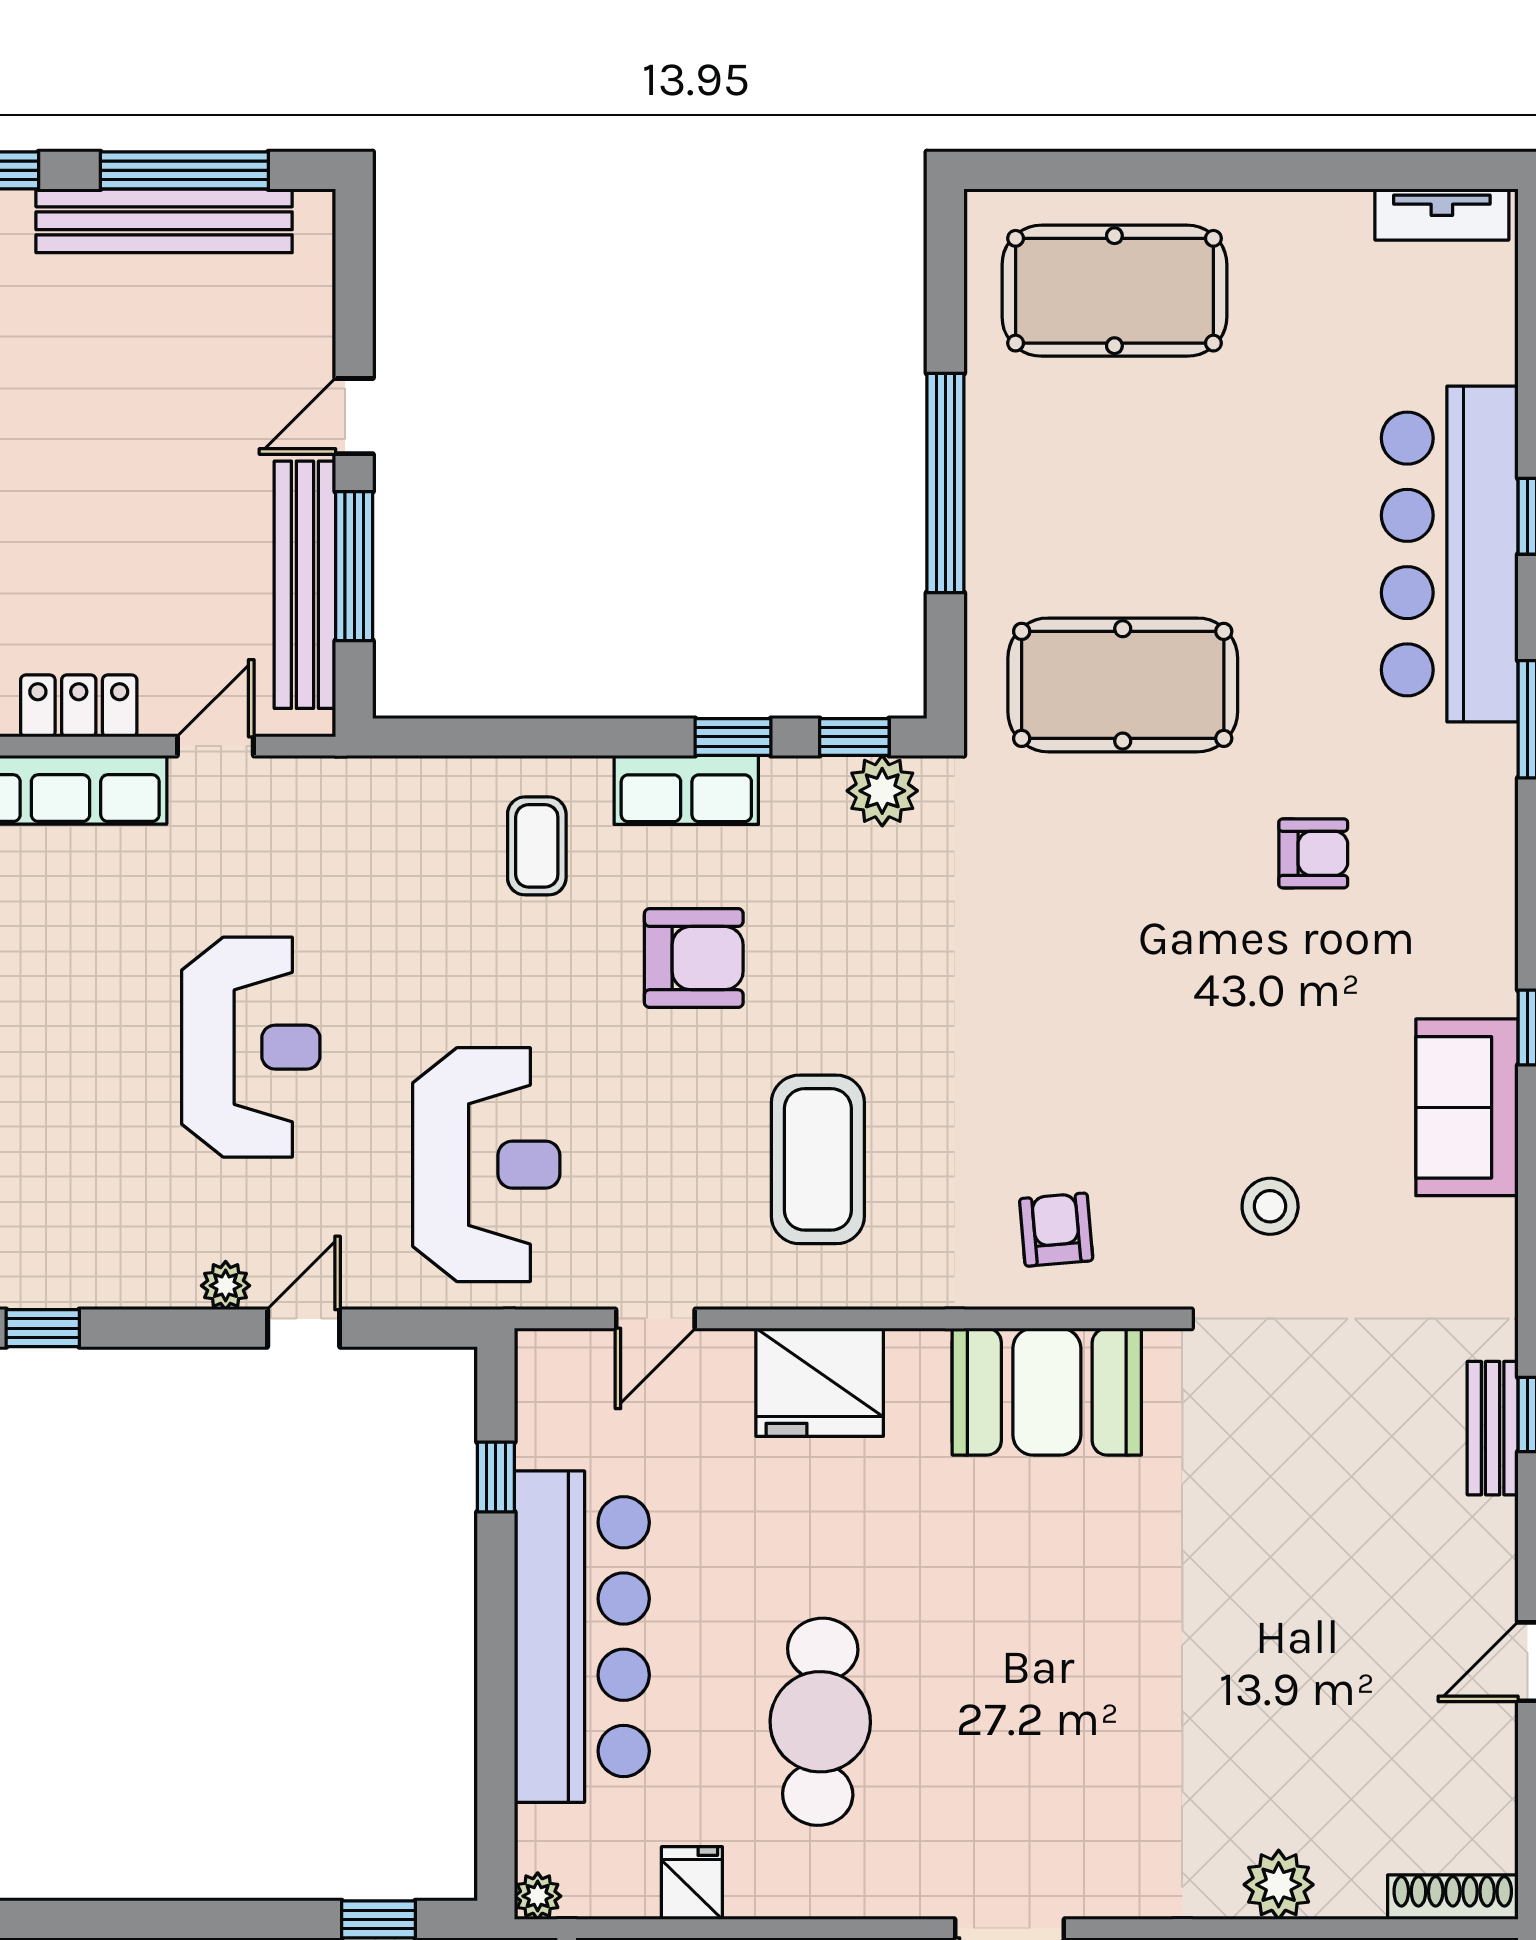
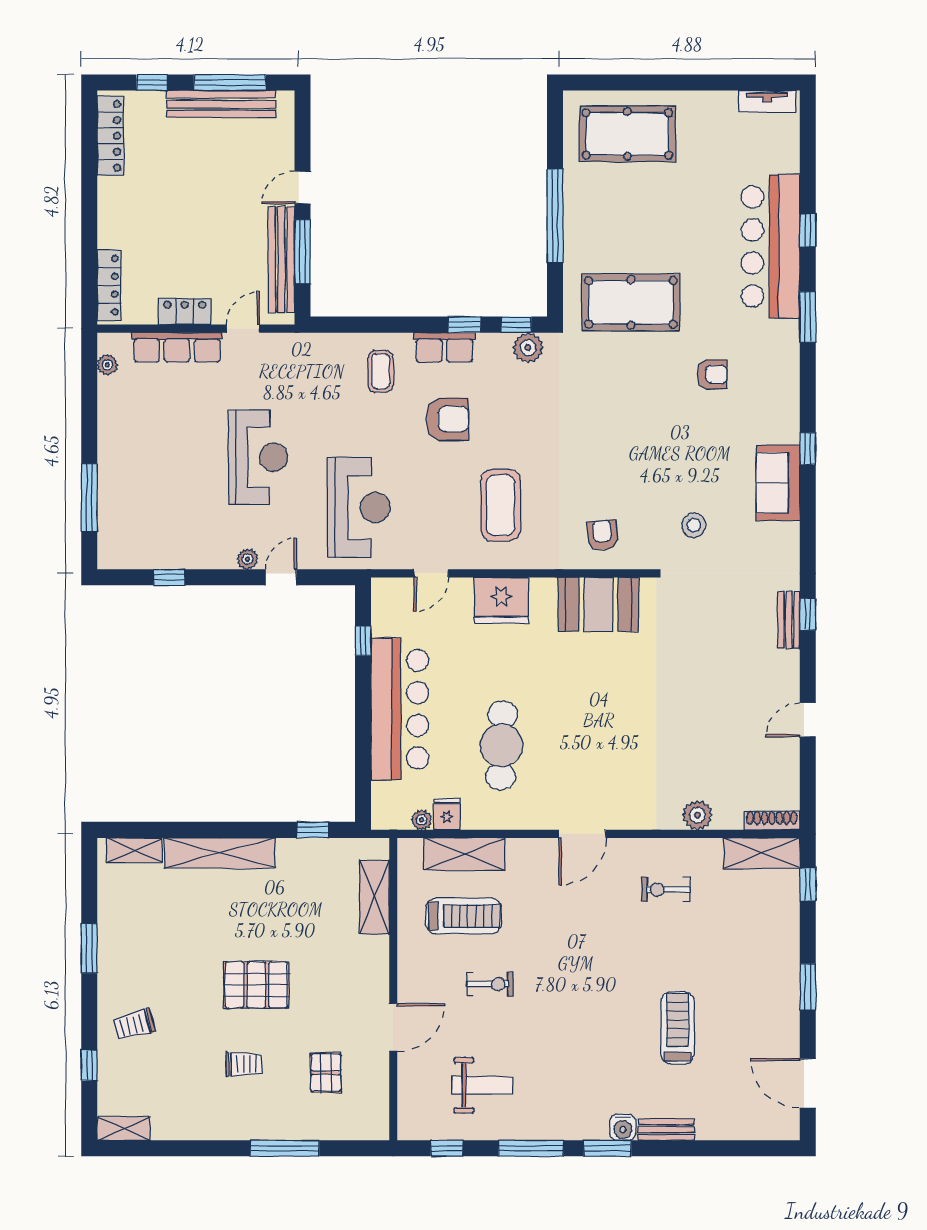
plant: (538, 1896) -> (422, 820), moved

